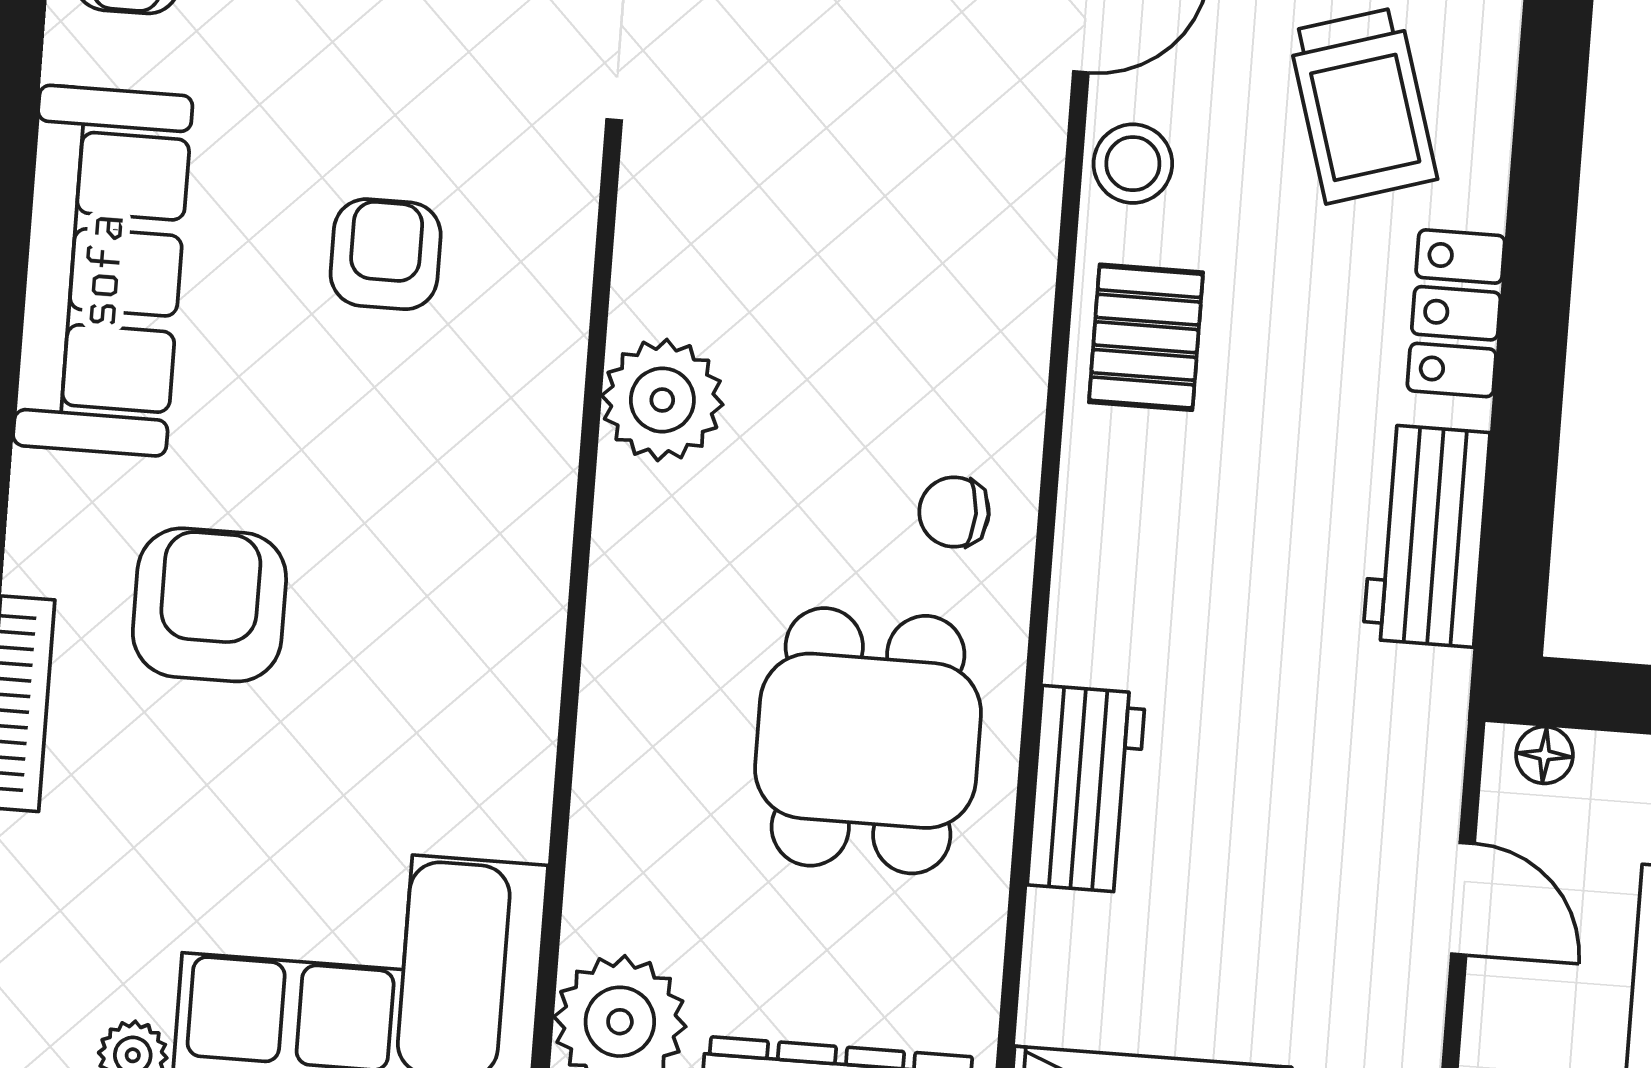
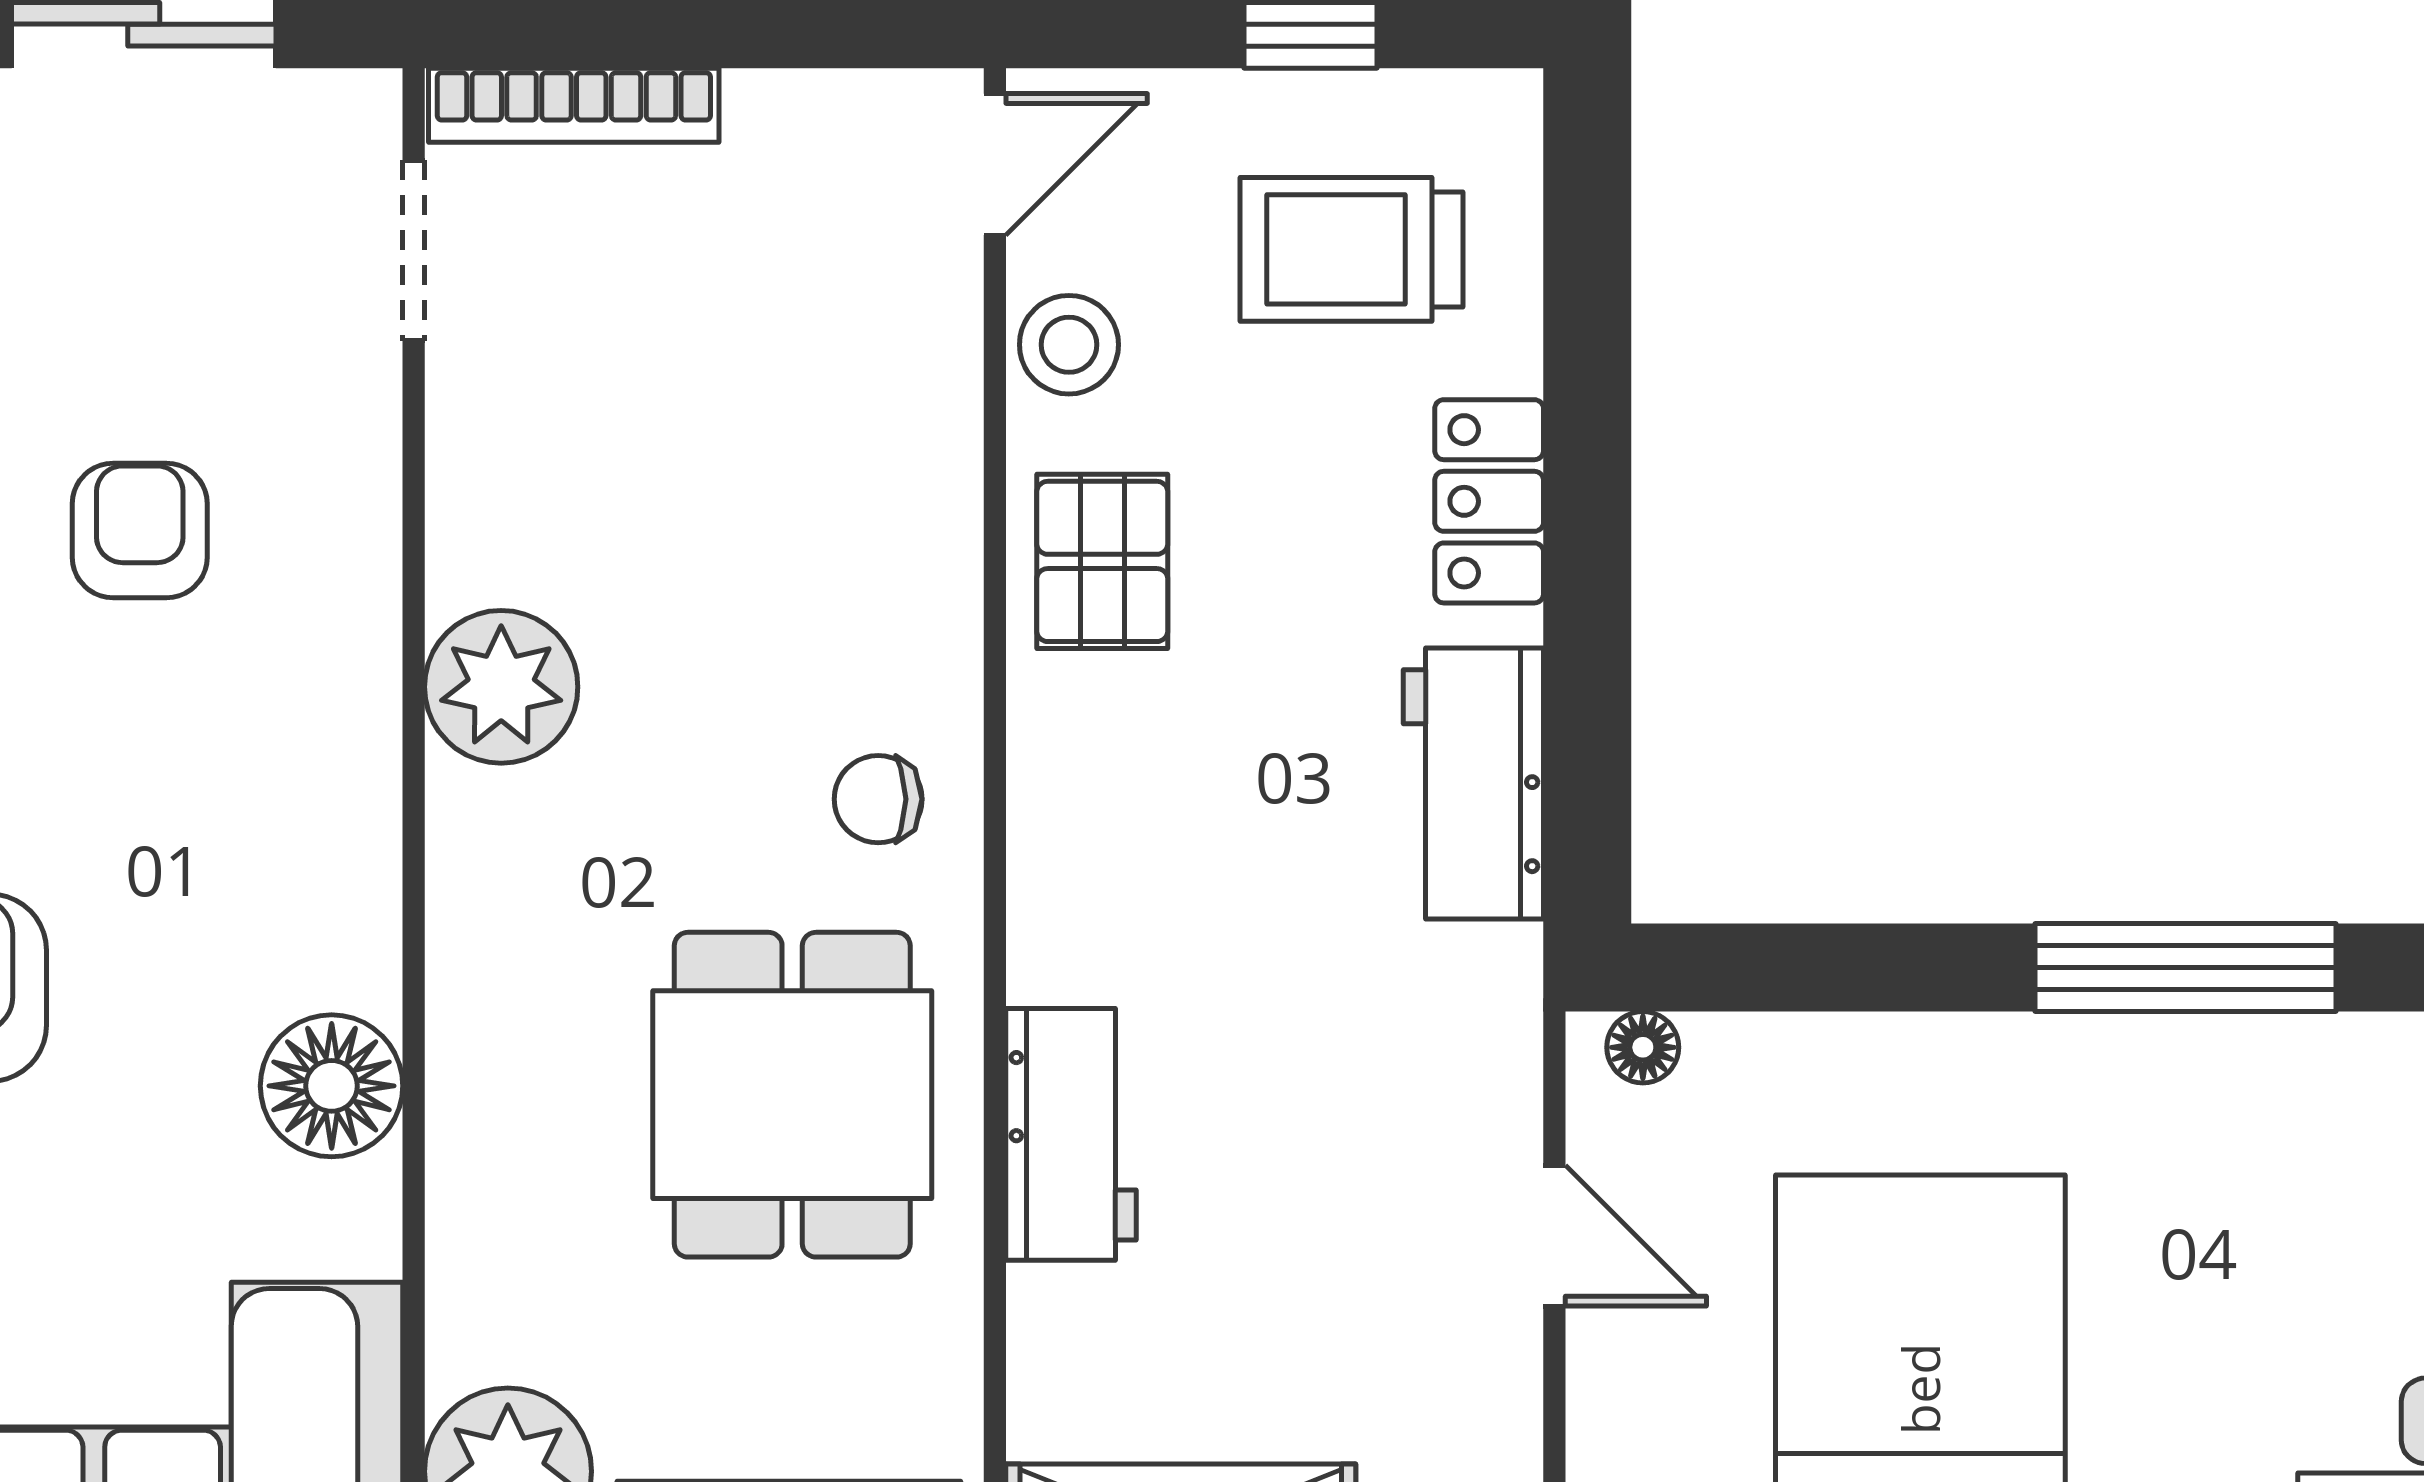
trolley: (1362, 105) -> (1352, 249), turned 107
floor lamp: (504, 706) -> (332, 1086), added

